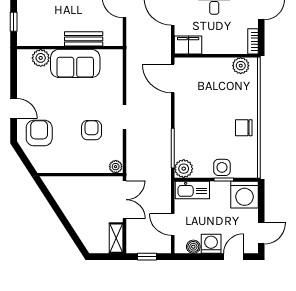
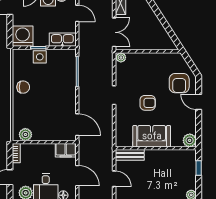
bench: (84, 39) -> (130, 155), moved
plant: (41, 58) -> (190, 140), moved
armchair: (92, 130) -> (148, 103), moved, turned -90
plant: (184, 169) -> (69, 56), removed
double door: (125, 200) -> (114, 32), swing flipped

